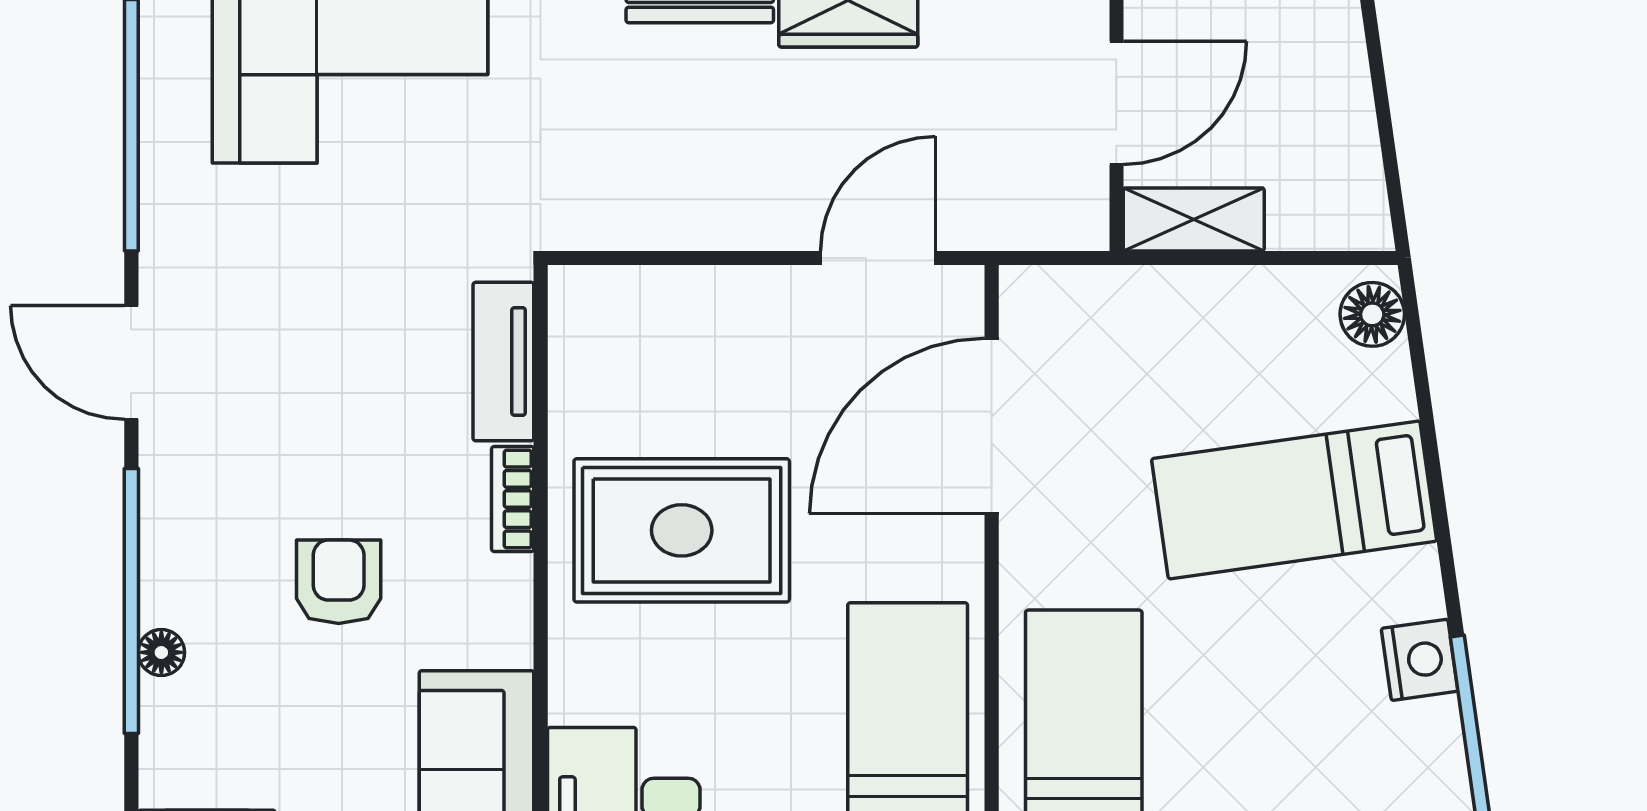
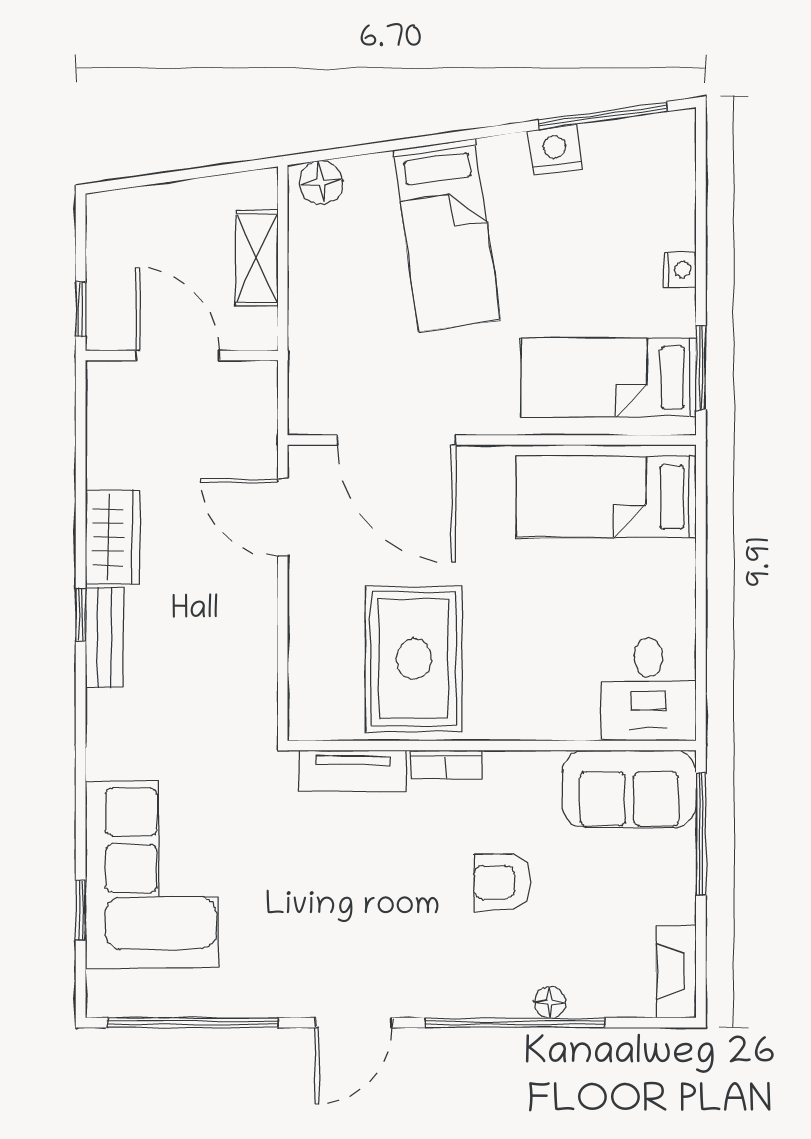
shelving: (1194, 219) -> (257, 258), moved
rug: (682, 530) -> (414, 659), moved

